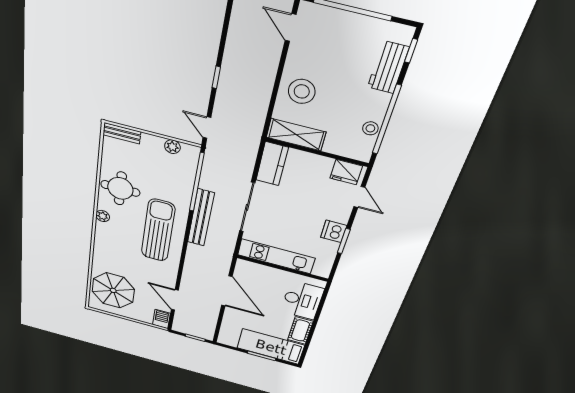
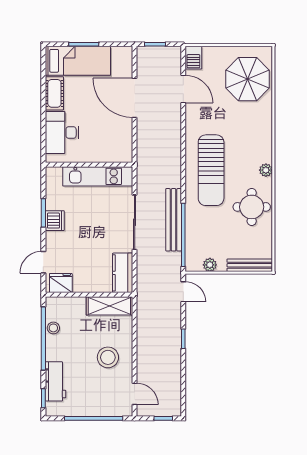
stool: (302, 91) -> (108, 357), moved
bench: (122, 133) -> (250, 265), width x1.36
door: (359, 197) -> (43, 262), hinge flipped
bench: (201, 218) -> (174, 220), moved
door: (227, 291) -> (135, 98), moved

